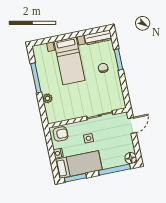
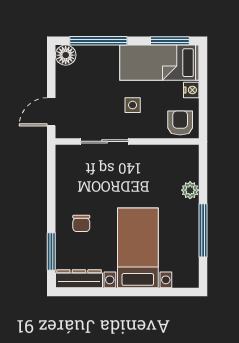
window: (118, 60) -> (51, 251), moved
armchair: (60, 134) -> (180, 123), turned 90

